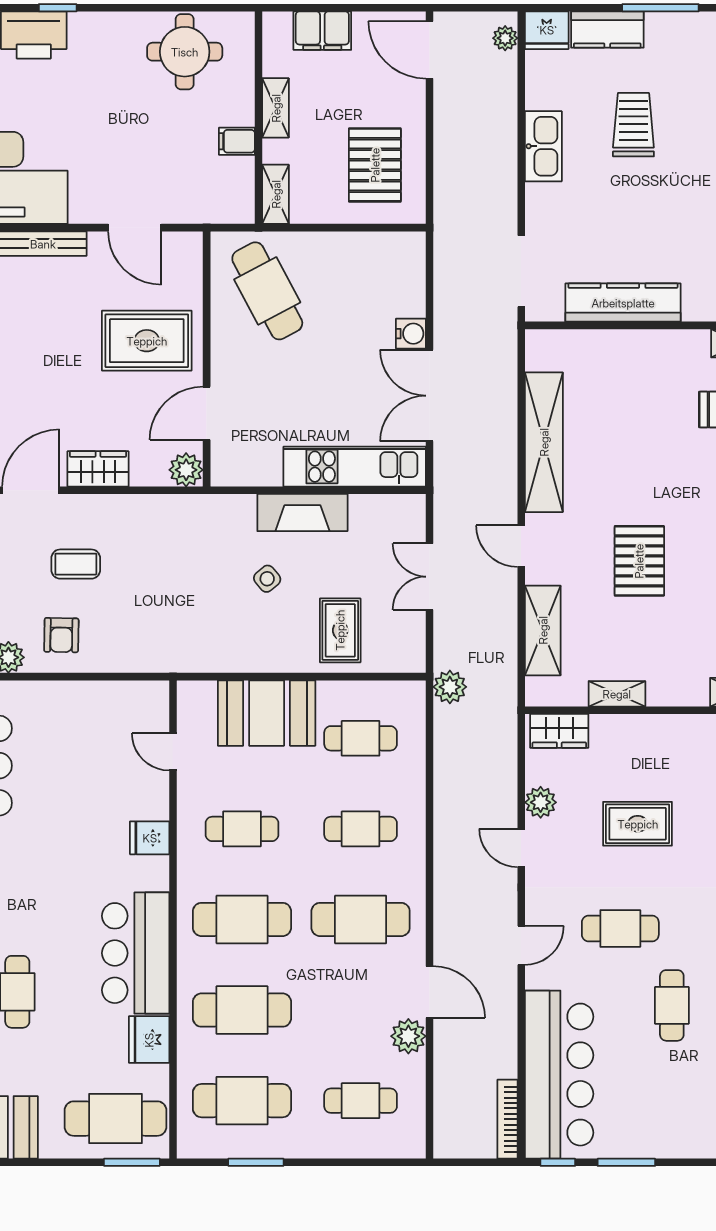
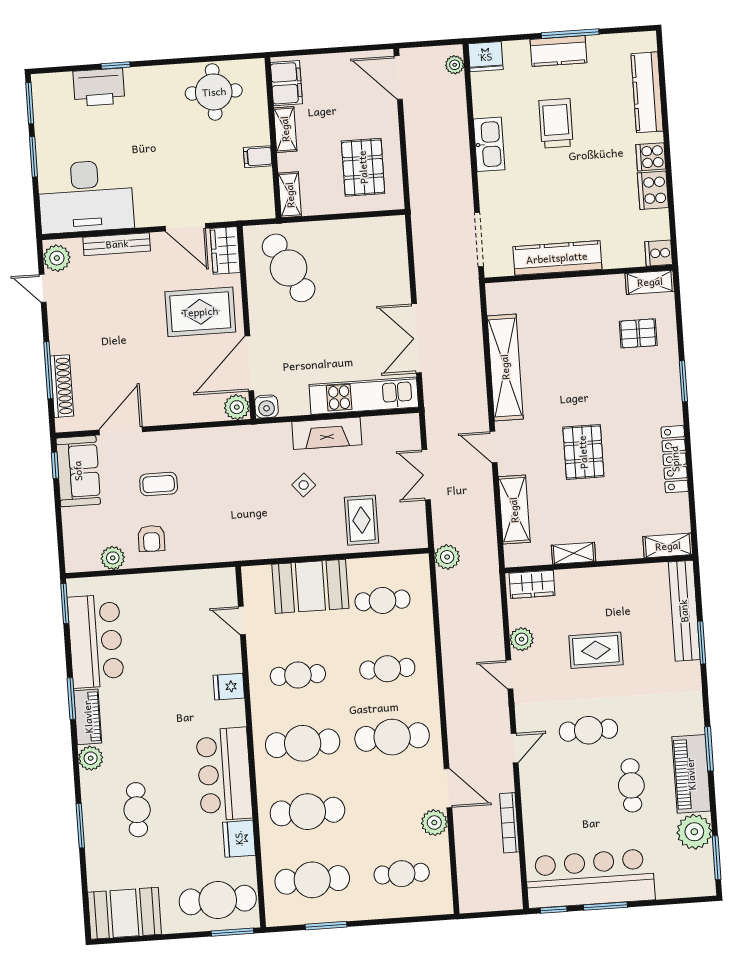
kitchen counter: (607, 30) -> (559, 51), moved
filing cabinet: (322, 31) -> (286, 83), moved, turned -90
water cooler: (411, 334) -> (266, 406), moved, turned 90
door: (207, 413) -> (249, 363), width x1.36
wardrobe: (98, 469) -> (225, 250), moved, turned -90
bar counter: (559, 1075) -> (590, 878), moved, turned -90
bookcase: (507, 1119) -> (509, 823), moved

